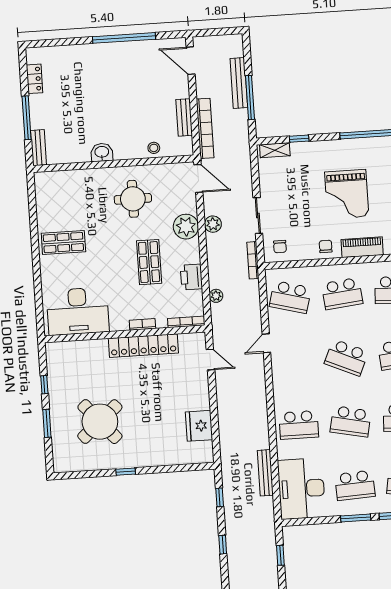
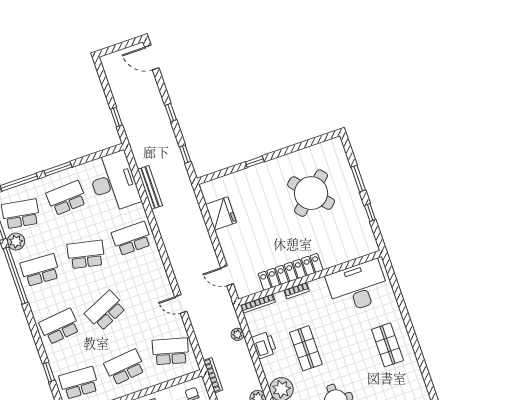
shop shelf: (63, 243) -> (388, 345), turned 90
door: (266, 343) -> (181, 304), swing flipped
school desk: (346, 358) -> (105, 311), turned -48
window: (126, 472) -> (255, 162), moved

